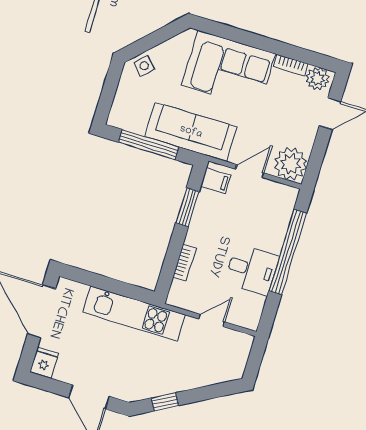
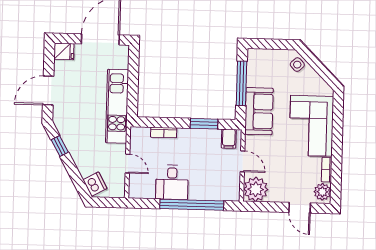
sofa: (191, 132) -> (259, 111), width x0.73
dishwasher: (227, 370) -> (95, 184), added

